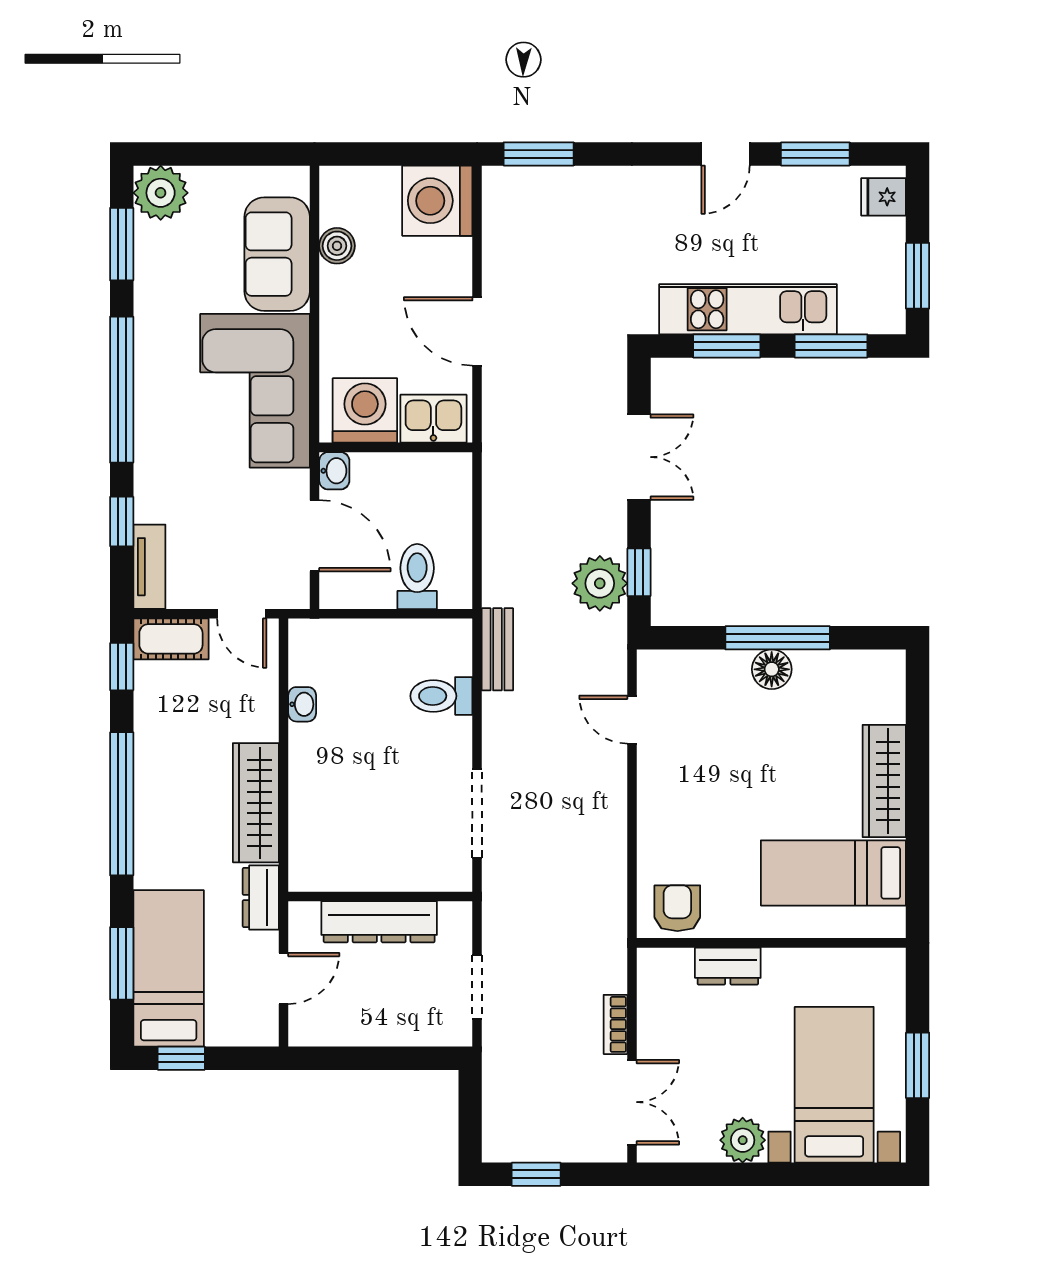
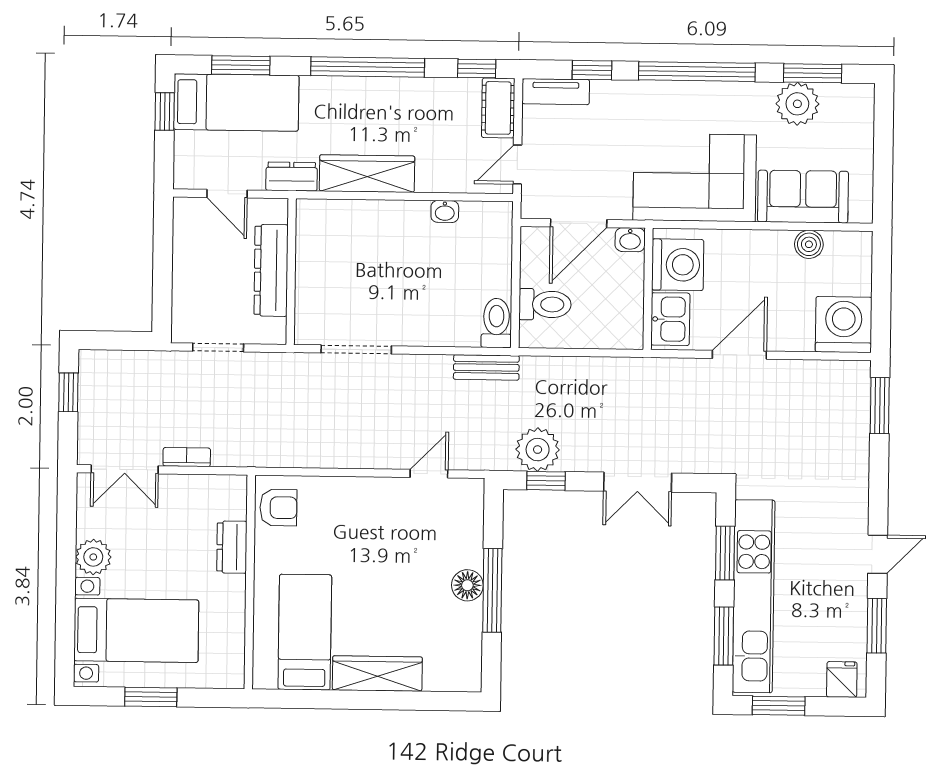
door: (726, 154) -> (878, 554), swing flipped
plant: (161, 193) -> (797, 104), moved
kitchen unit: (748, 309) -> (754, 596), width x1.36
toilet: (441, 696) -> (496, 323), moved

